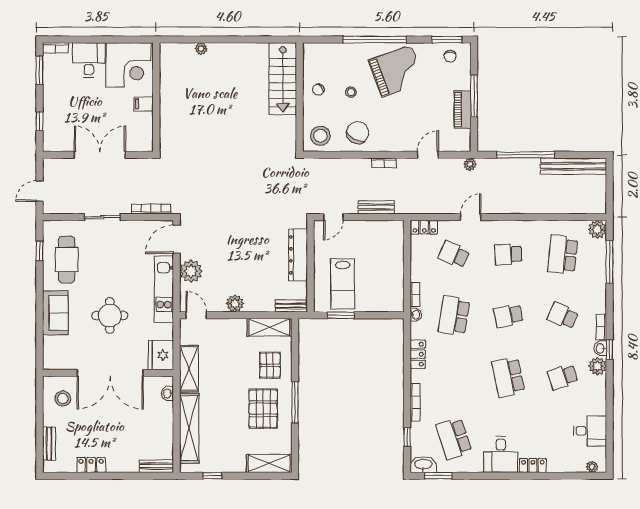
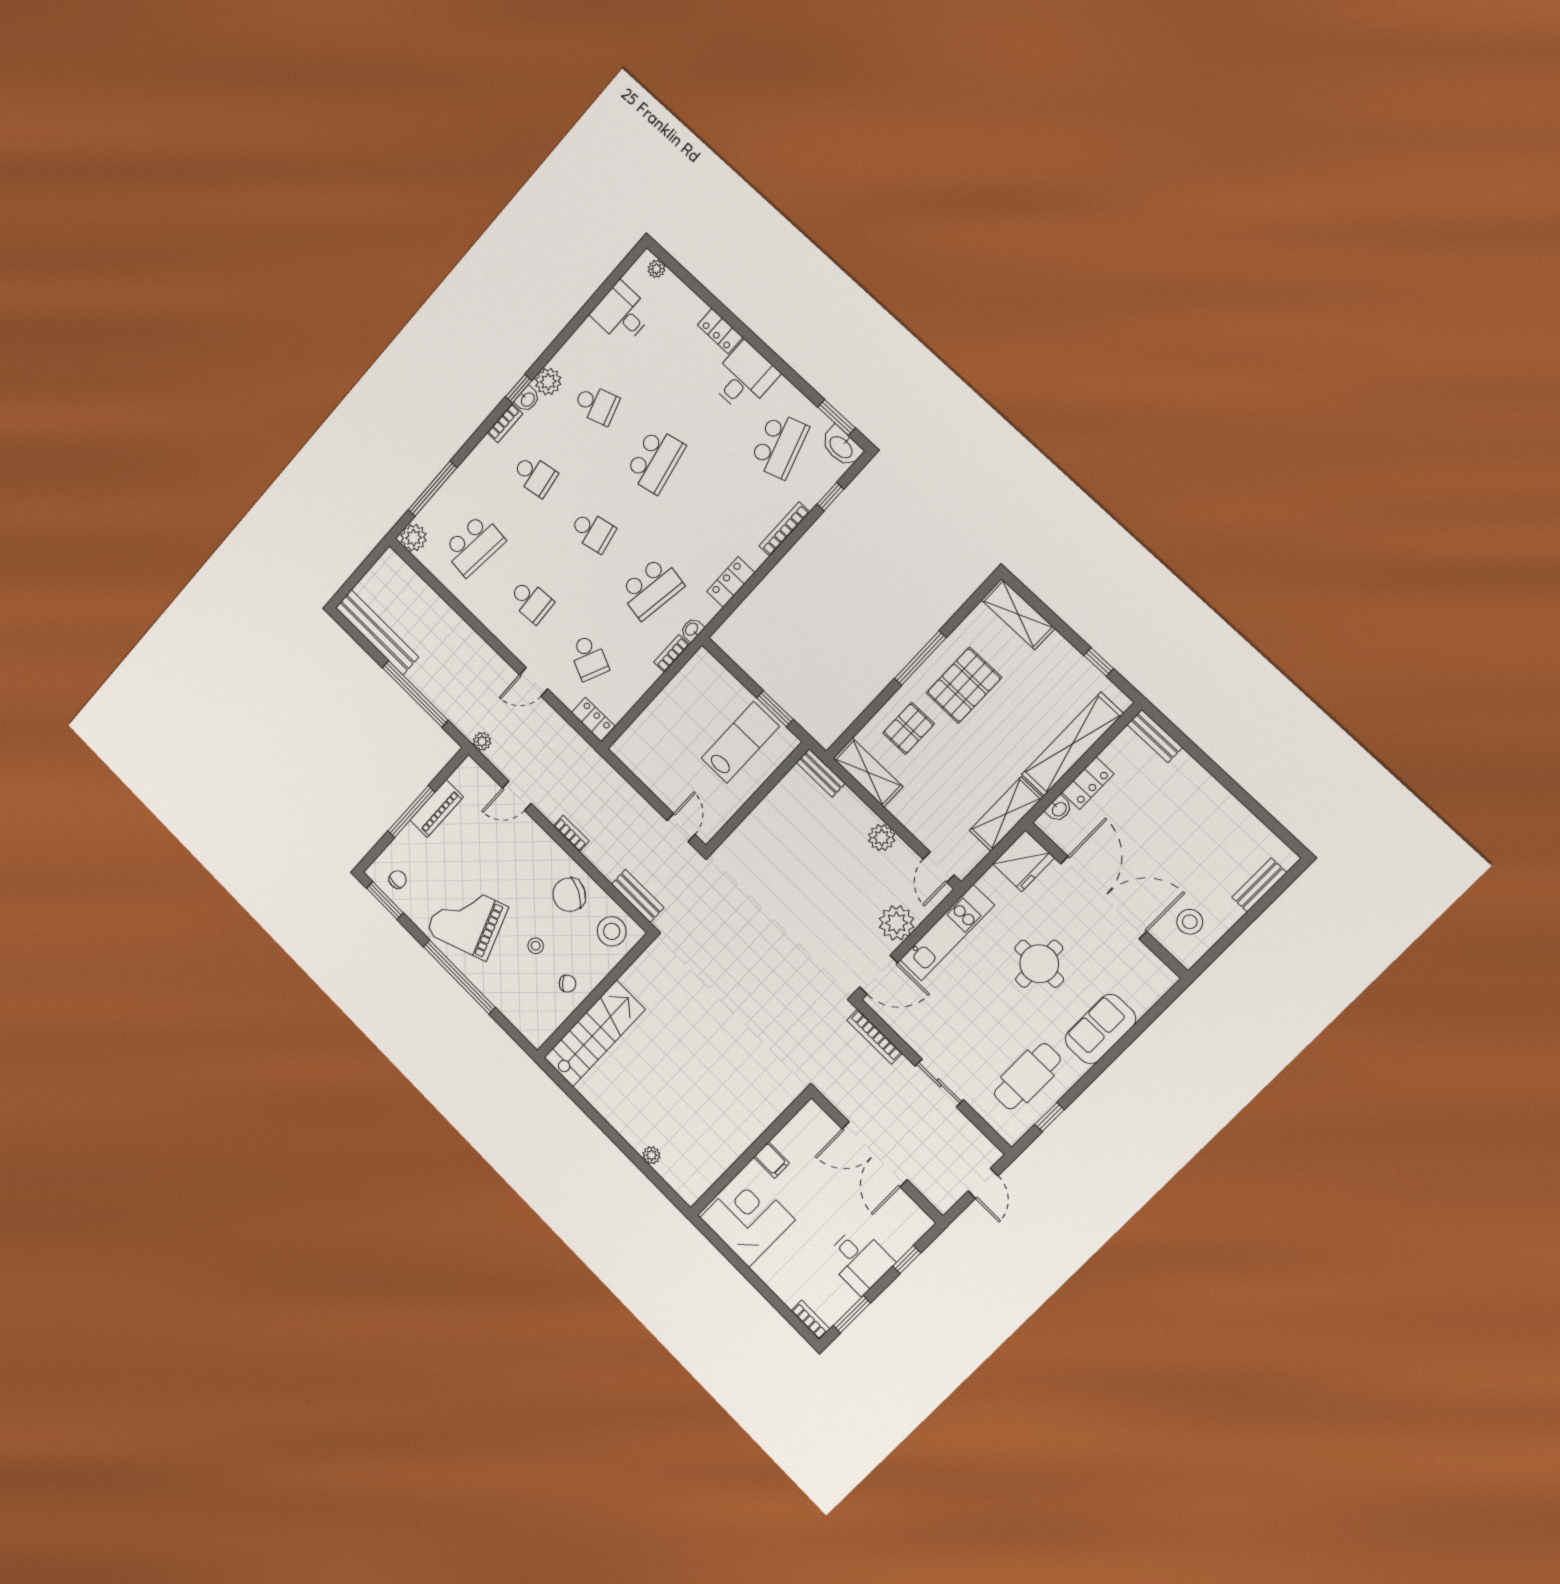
desk: (89, 60) -> (859, 1260), moved, turned -90
door: (39, 191) -> (983, 1183), hinge flipped
bench: (376, 207) -> (638, 896), moved
door: (333, 217) -> (681, 828), hinge flipped
dresser: (298, 255) -> (759, 824), removed
school desk: (563, 316) -> (535, 475), turned -33
locker: (91, 465) -> (1088, 783), moved, turned -90

